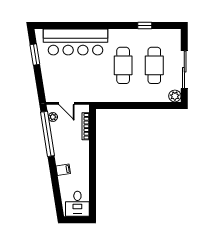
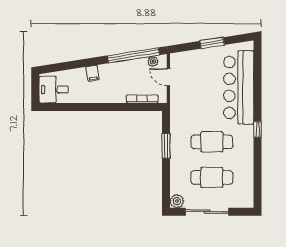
window: (145, 25) -> (258, 130), moved
window: (35, 55) -> (212, 43), moved
door: (67, 103) -> (168, 77), hinge flipped
window: (127, 105) -> (166, 146), added

